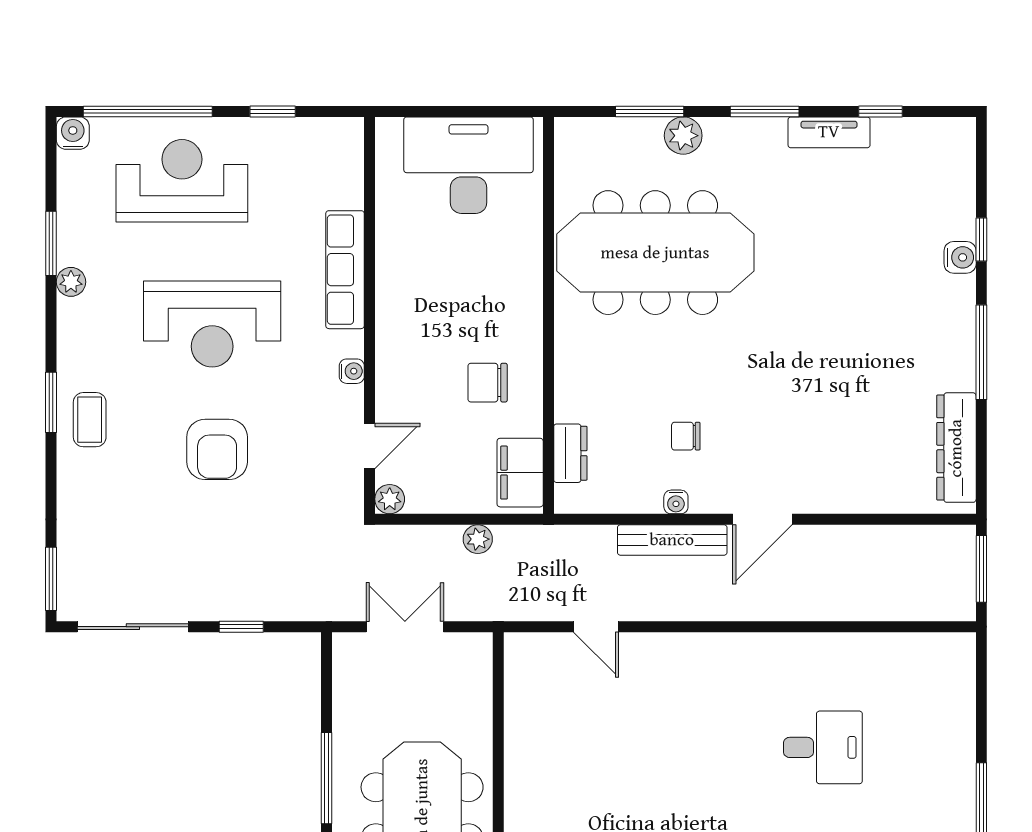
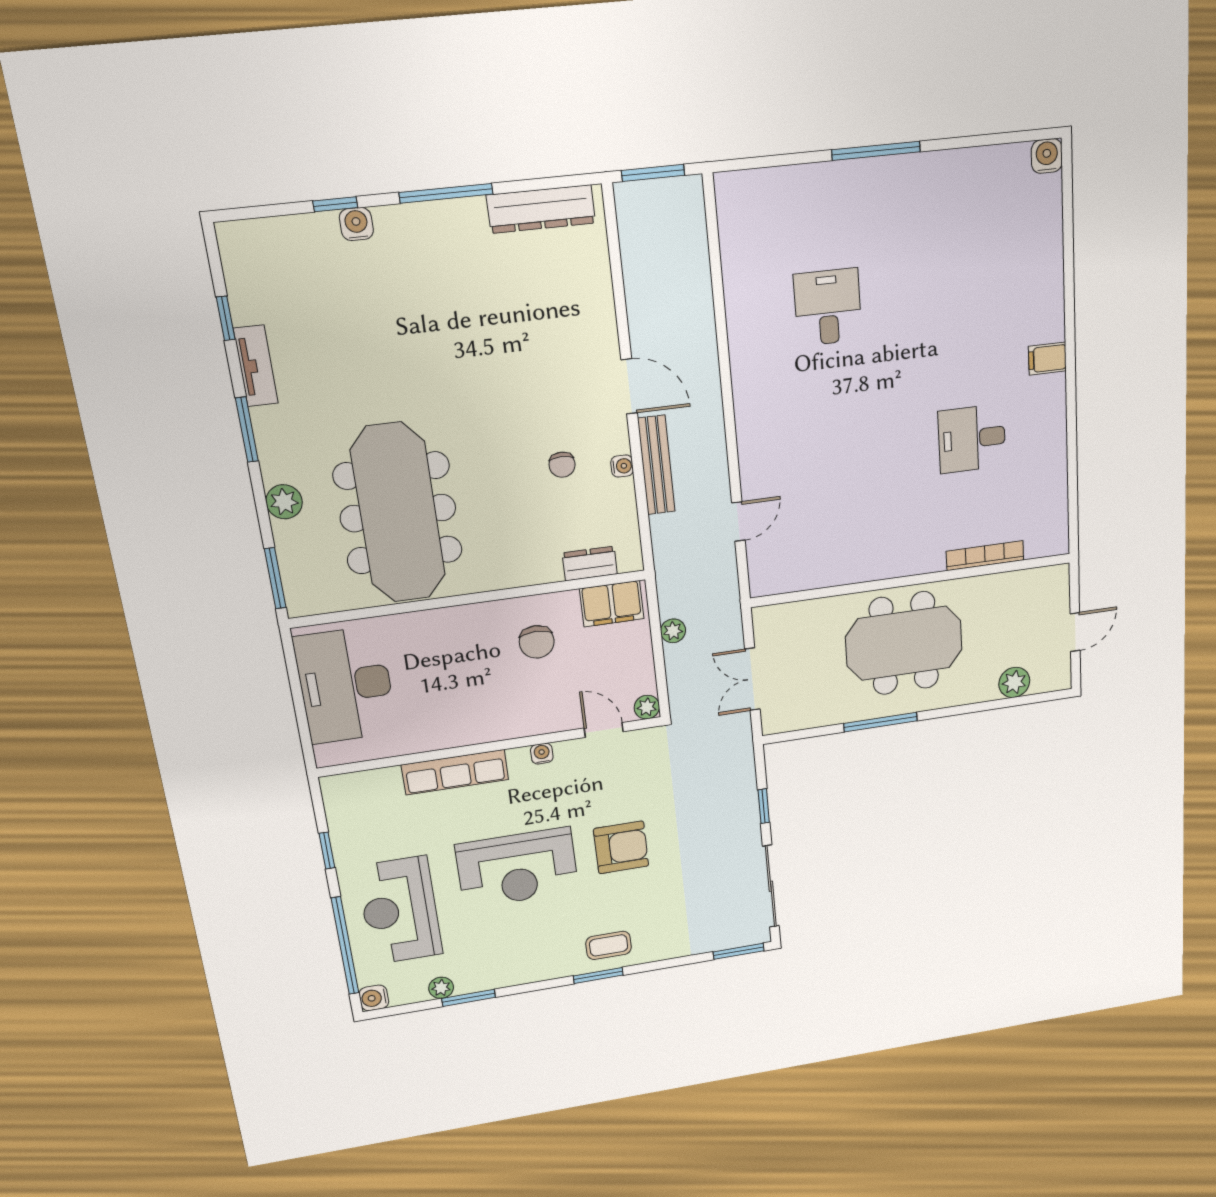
window: (650, 111) -> (275, 578), moved
plant: (71, 282) -> (441, 988), moved
reception desk: (212, 324) -> (517, 868), turned 90

